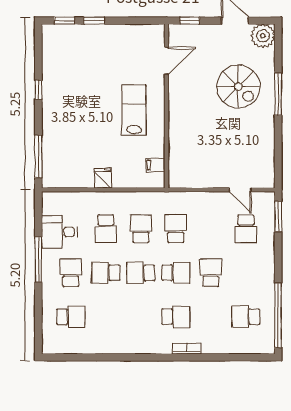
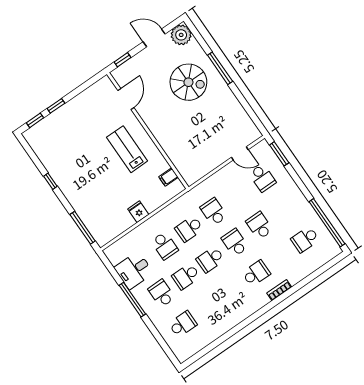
school desk: (141, 229) -> (189, 229), turned -90
school desk: (176, 273) -> (235, 243), turned -90

